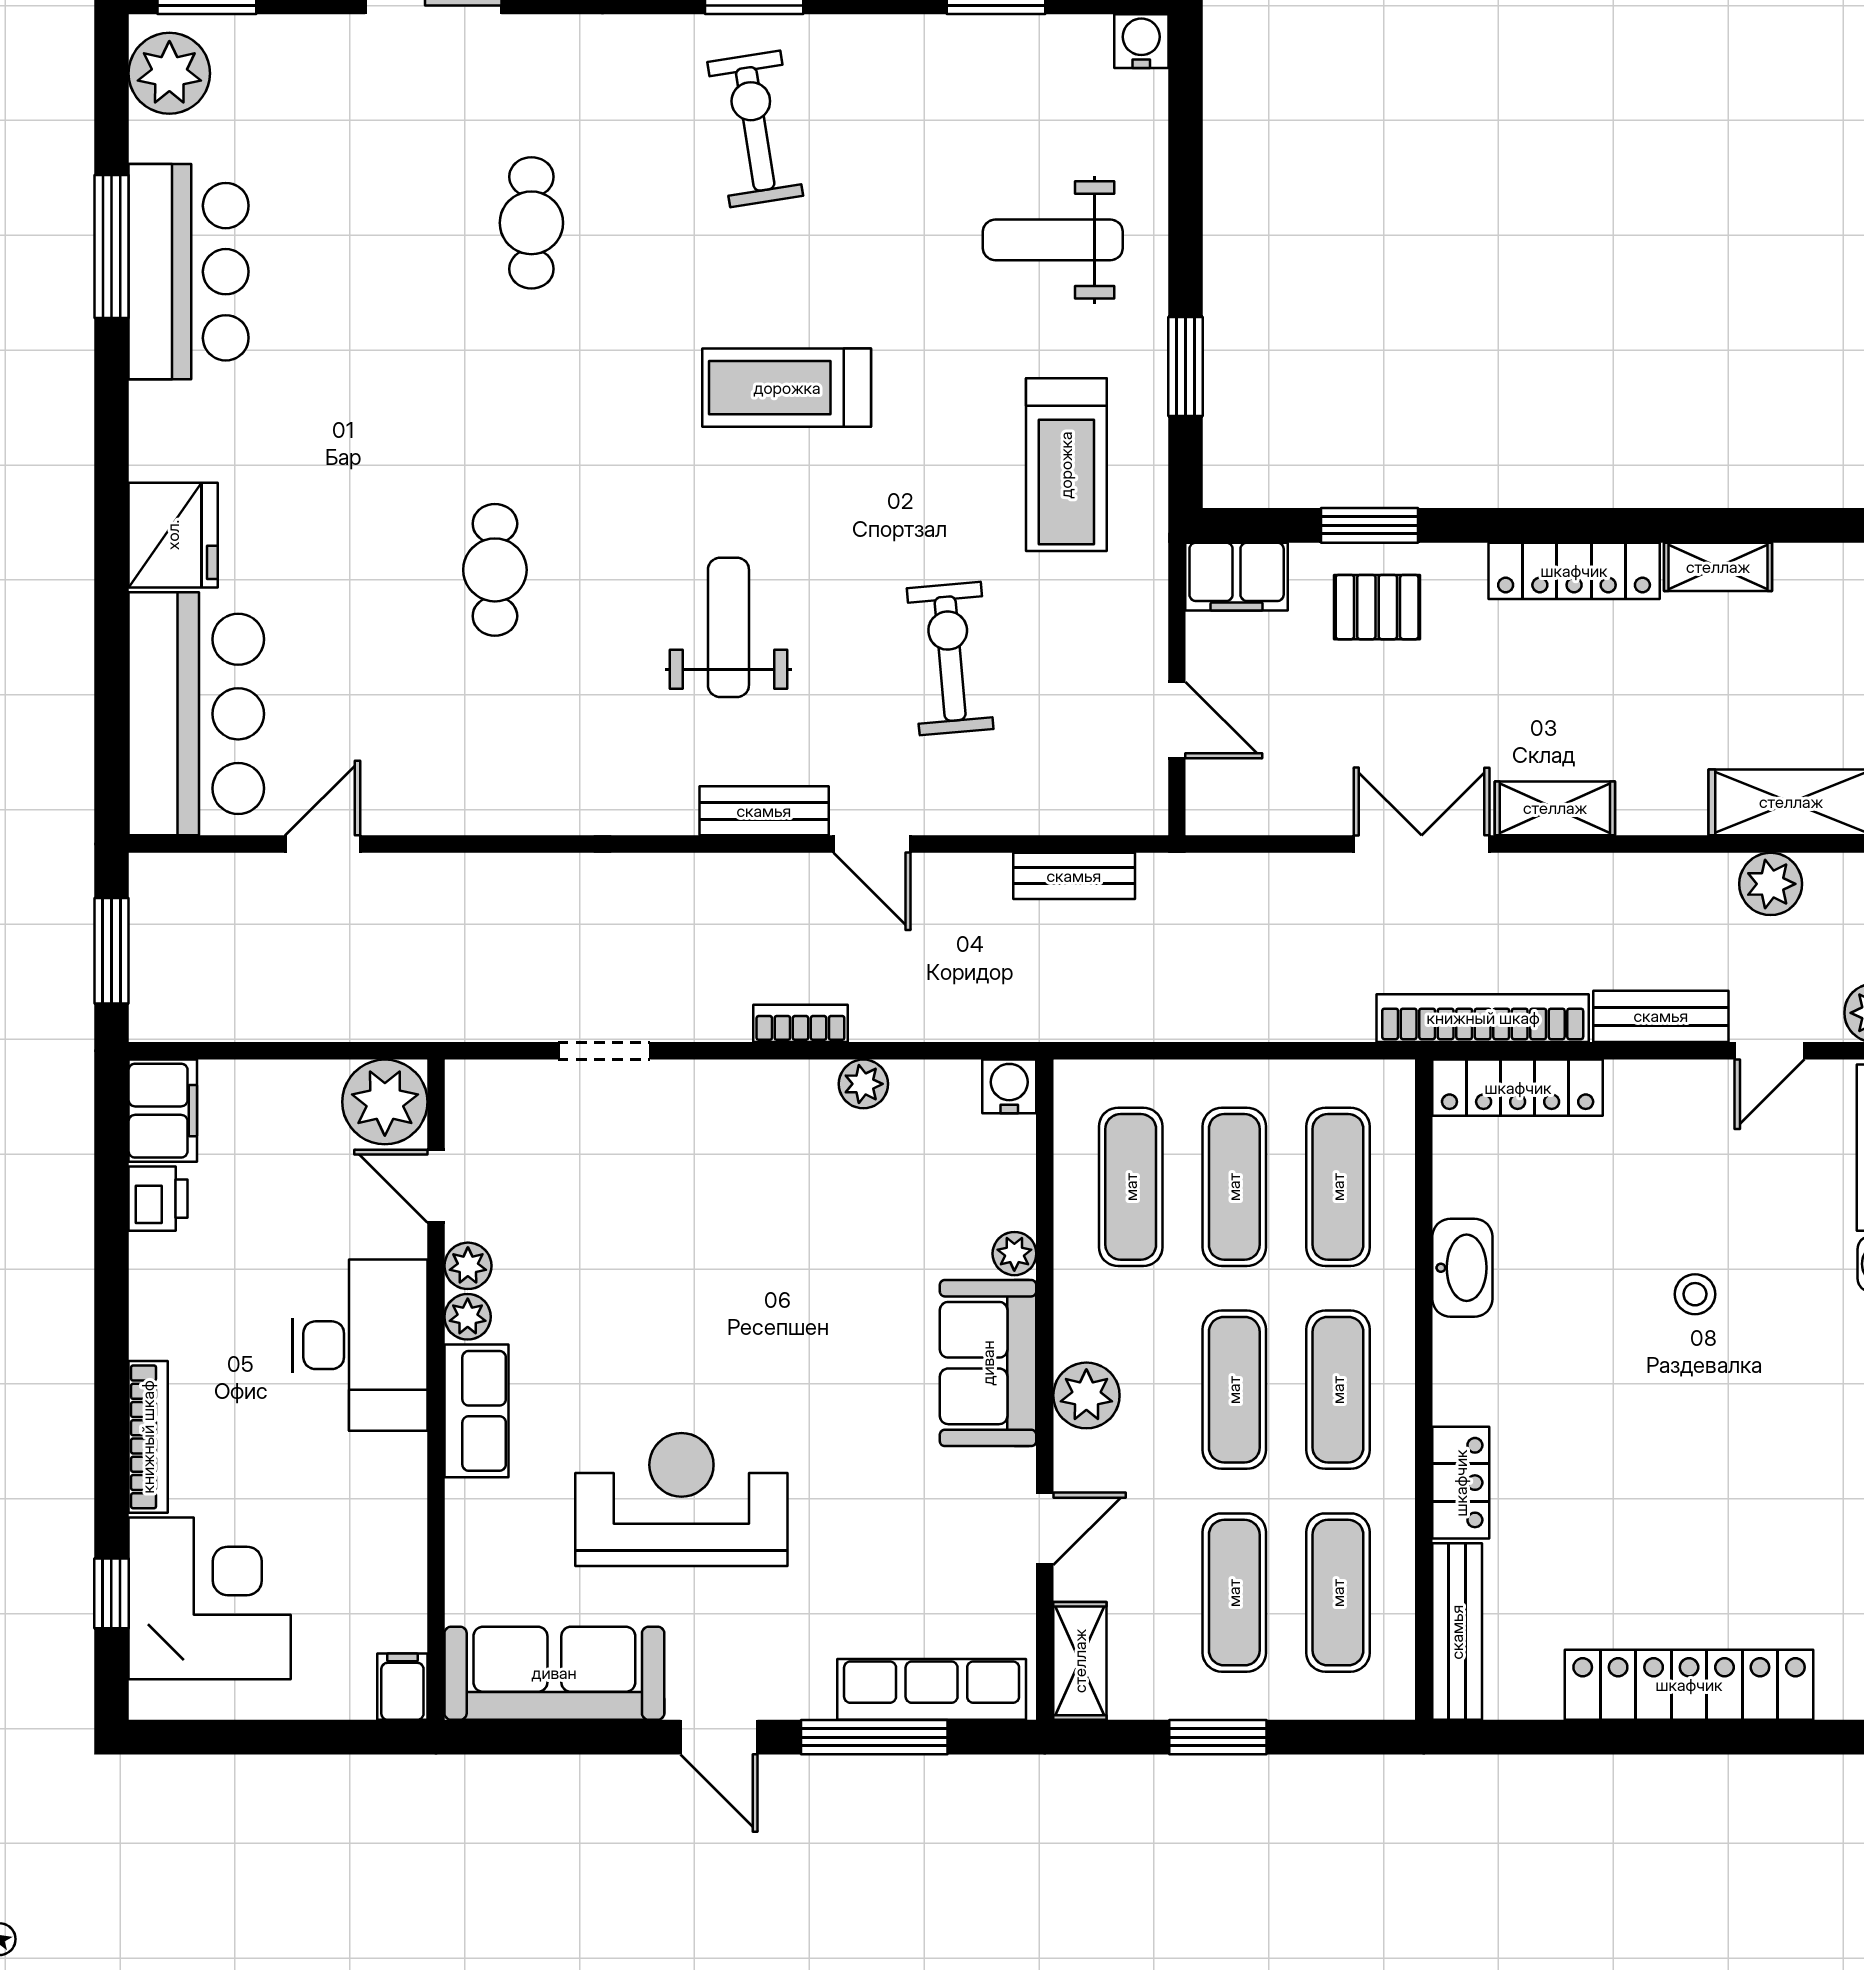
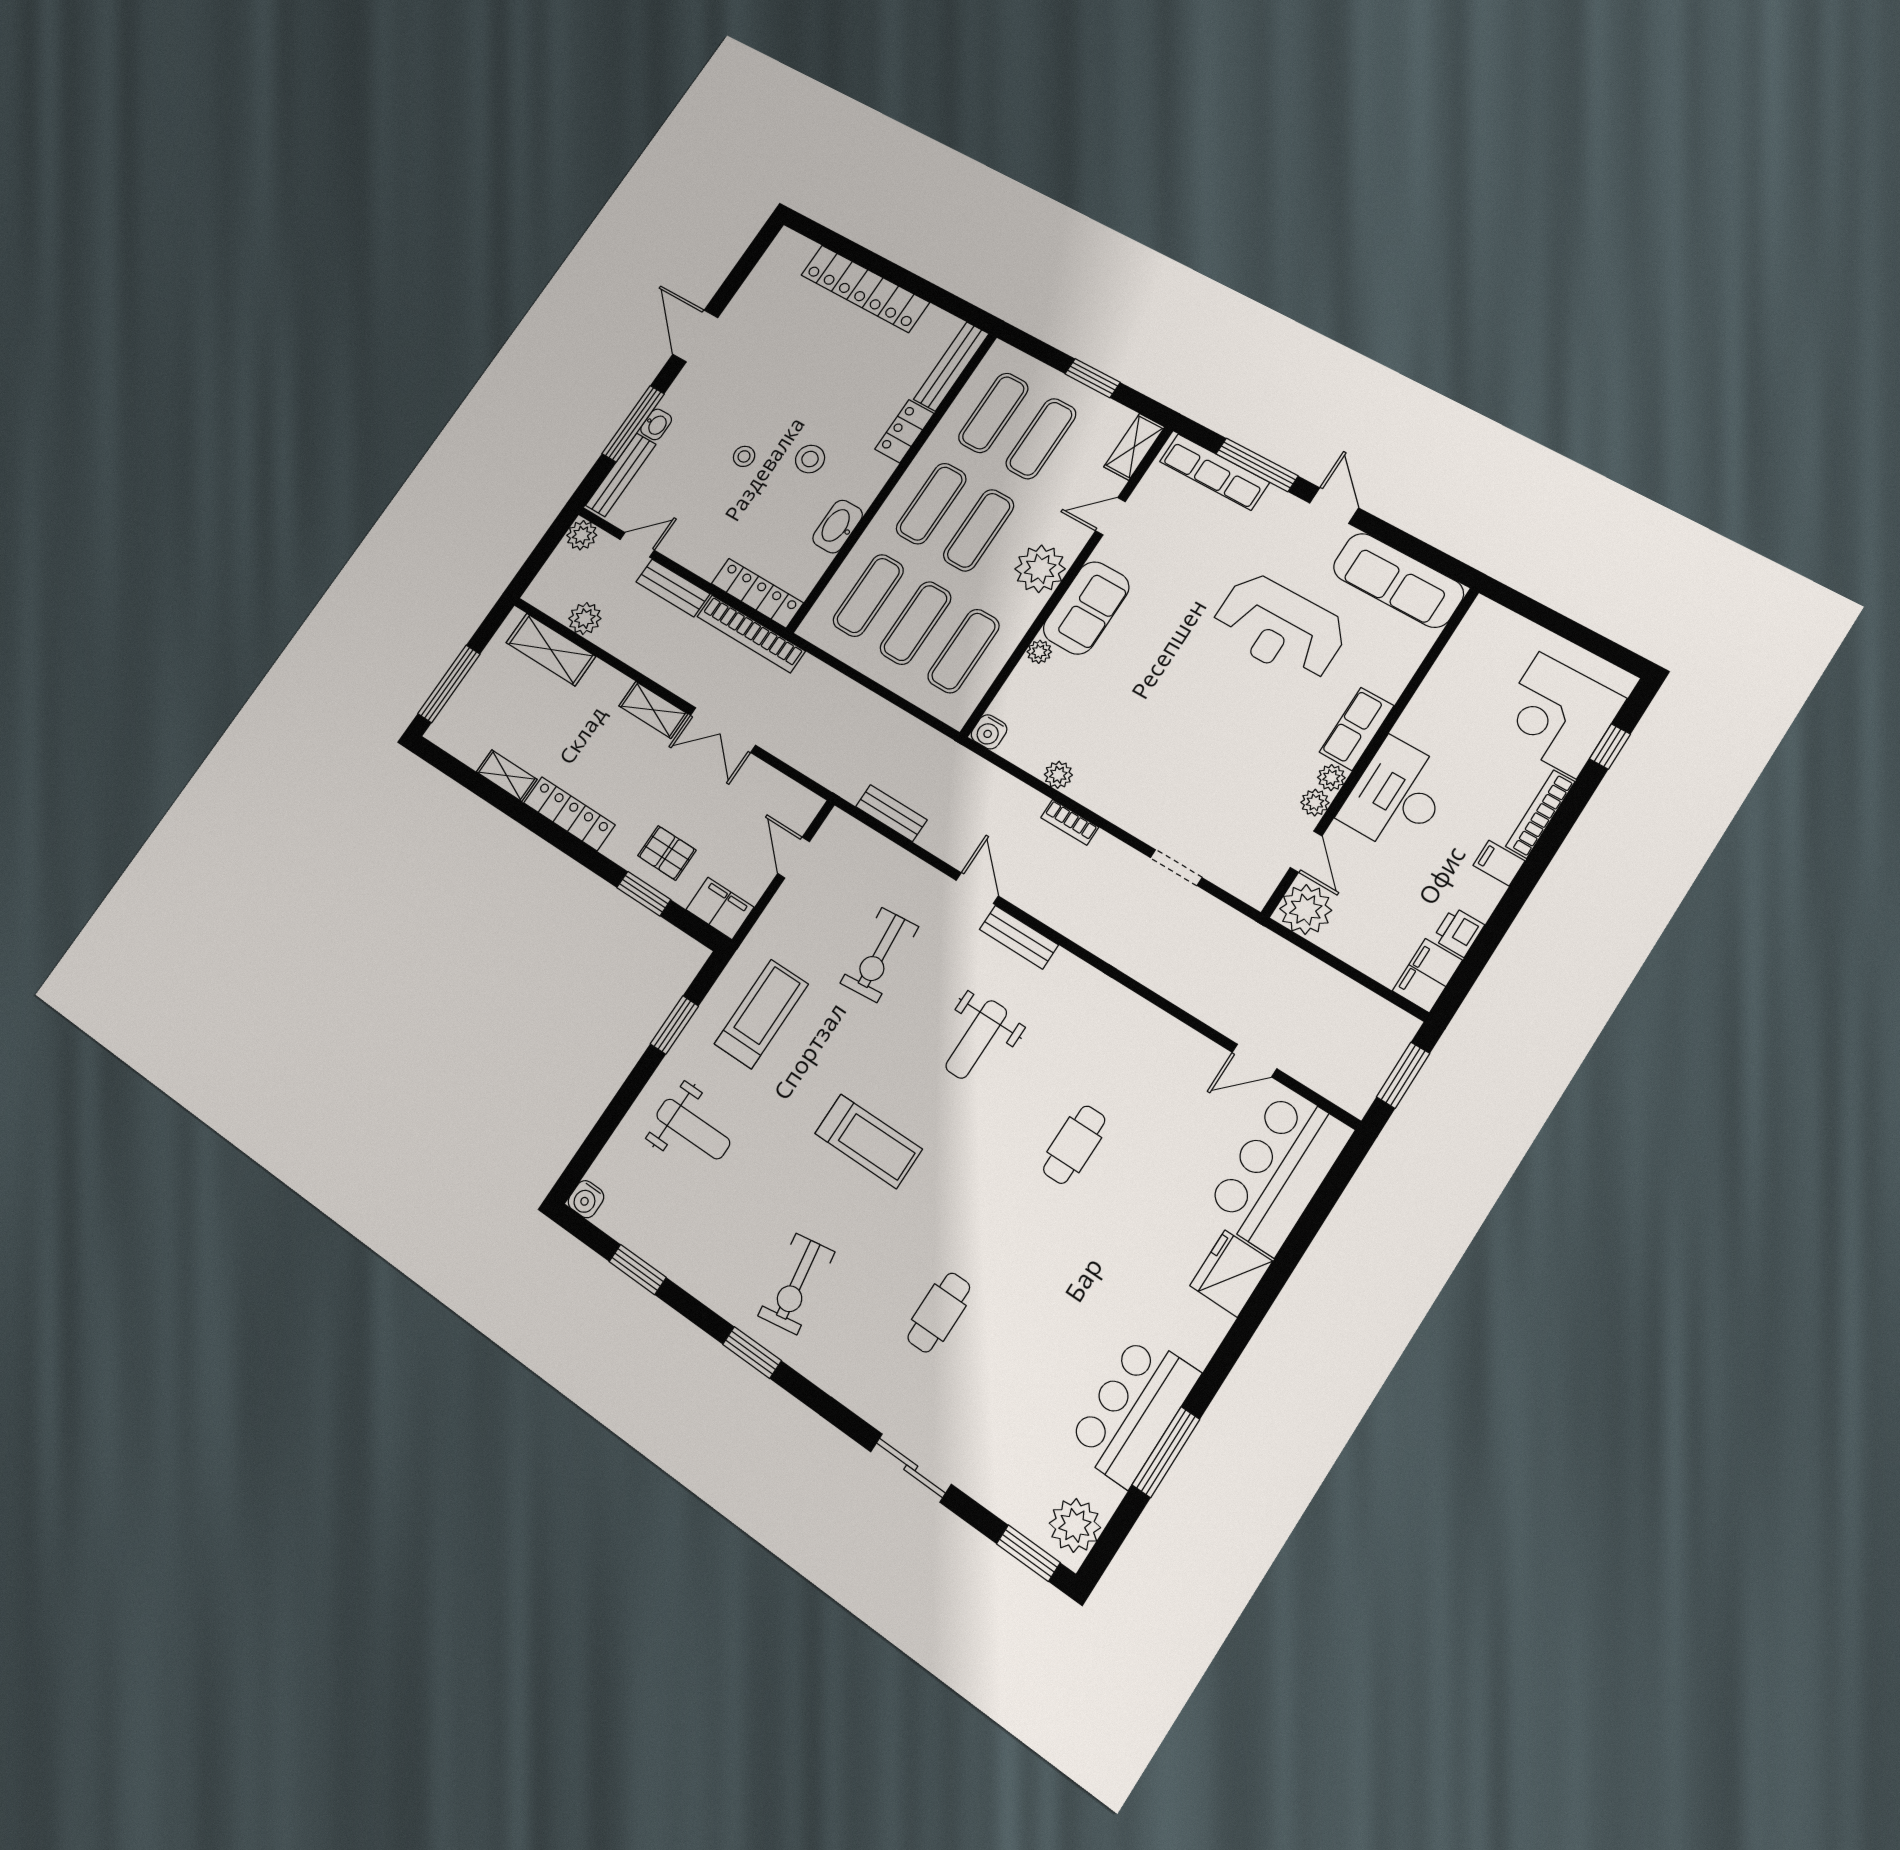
stool: (1583, 1351) -> (810, 459), added
plant: (1086, 1395) -> (1040, 569), width x1.36, depth x1.36
filing cabinet: (402, 1687) -> (1499, 863), moved, turned 90

